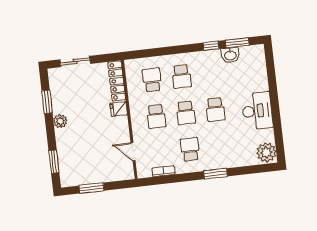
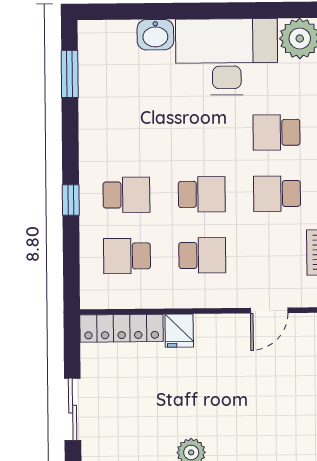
window: (211, 46) -> (71, 200), moved
washbasin: (230, 55) -> (155, 35), moved, turned 90
school desk: (215, 110) -> (276, 132), moved, turned 180
desk: (257, 111) -> (227, 57), width x1.36, depth x1.30

